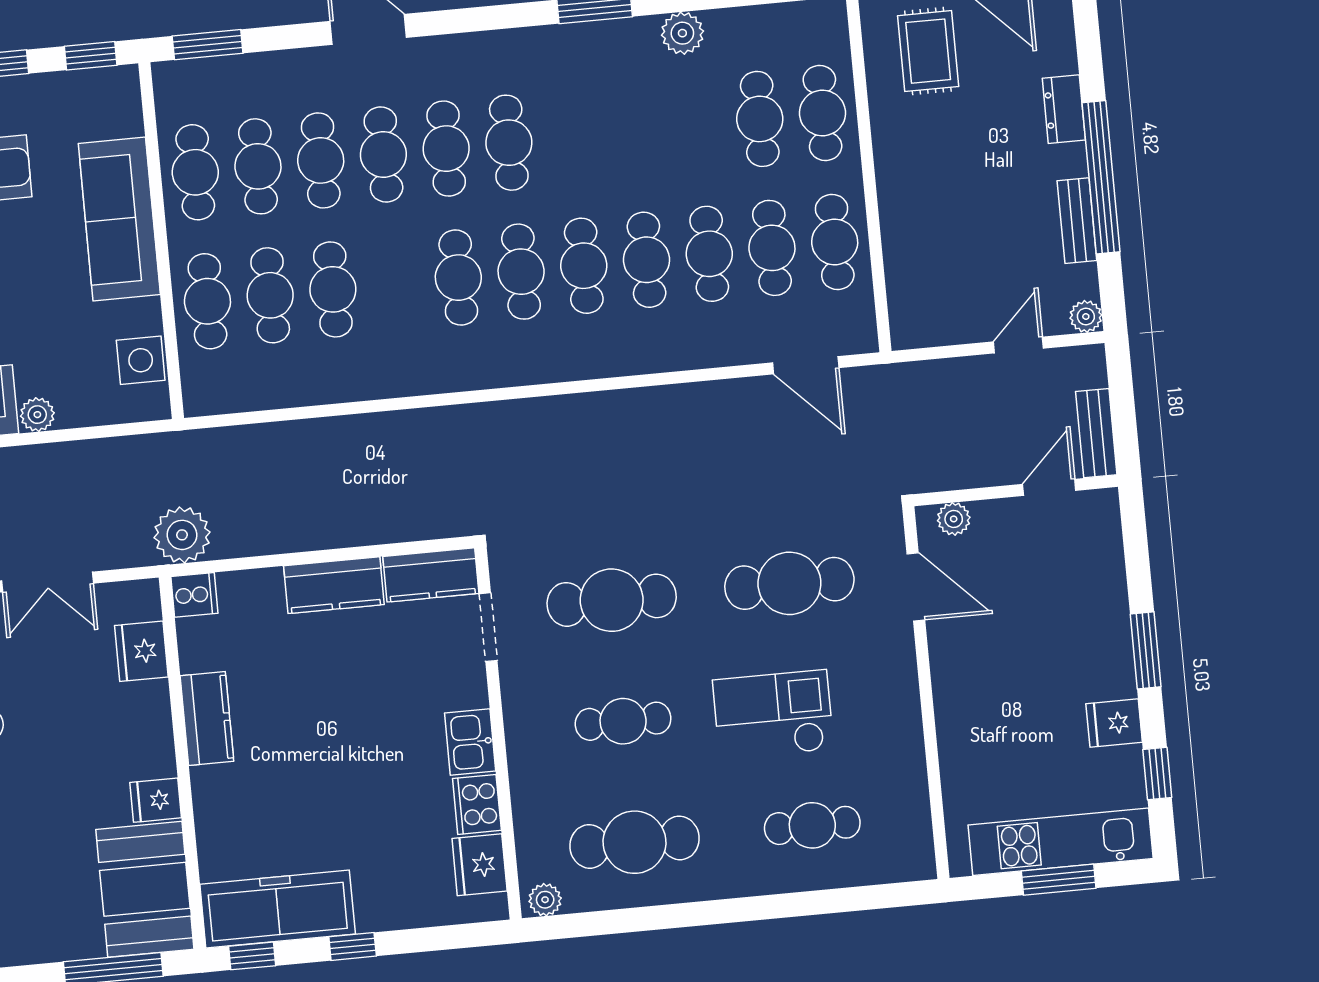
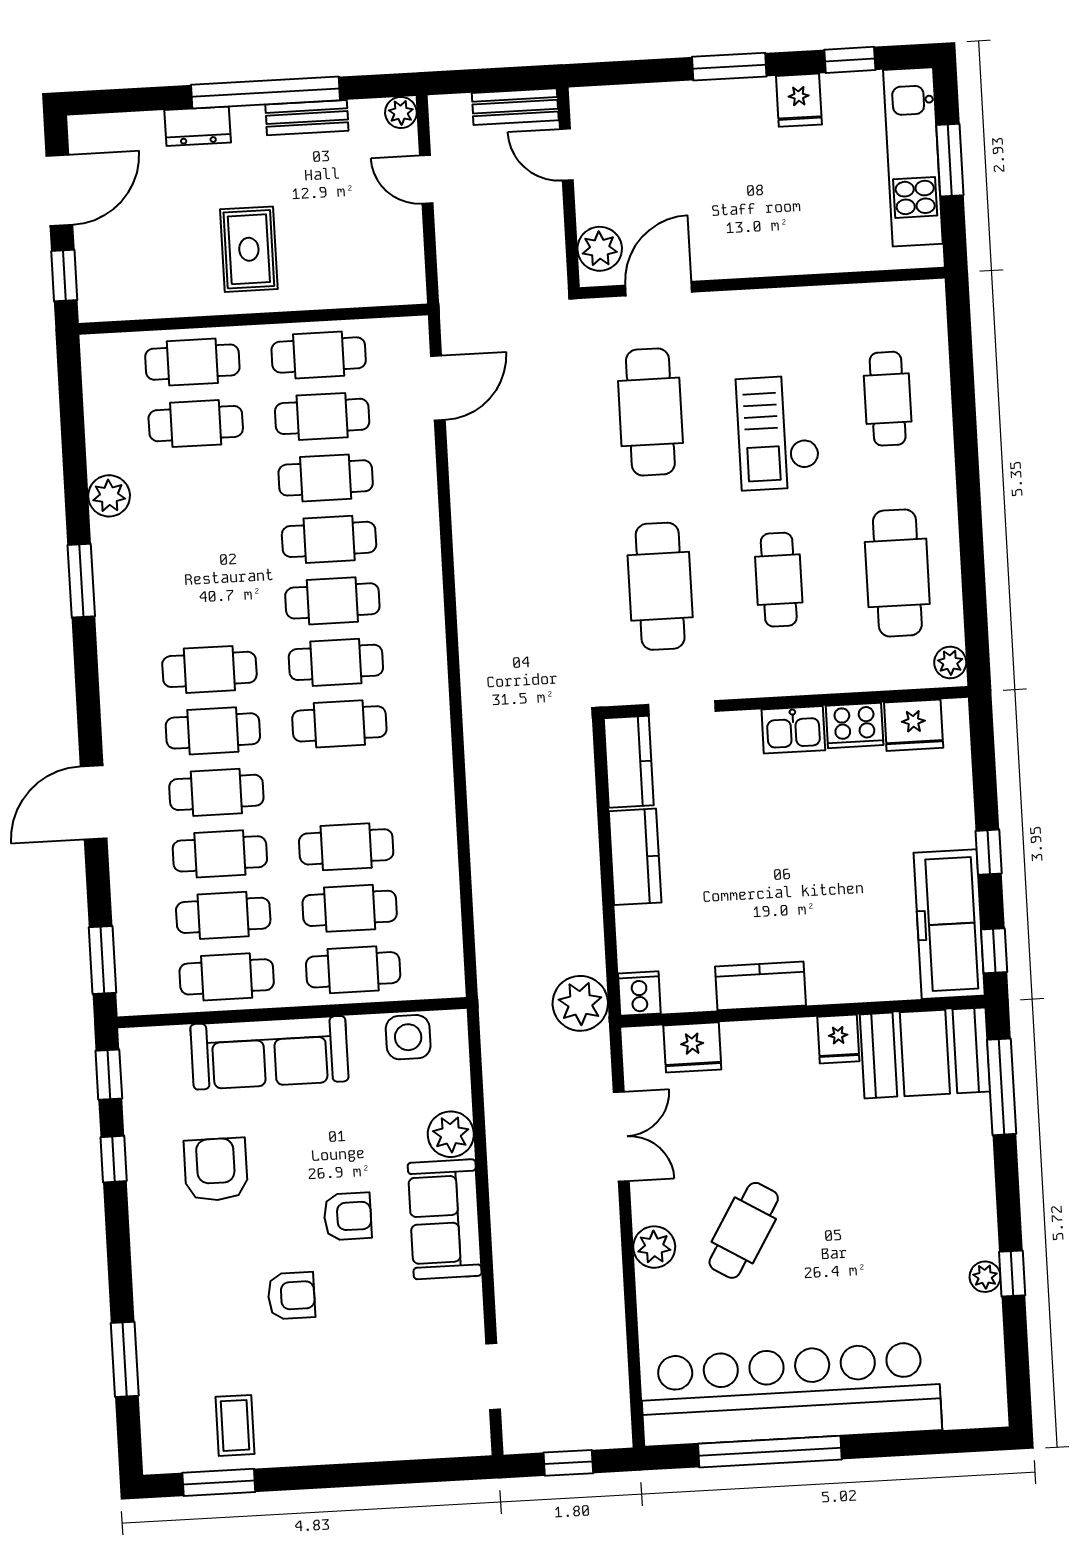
rug: (928, 51) -> (249, 249), moved, turned 90
plant: (37, 415) -> (451, 1134), width x1.38, depth x1.38
plant: (954, 519) -> (600, 249), width x1.38, depth x1.38

